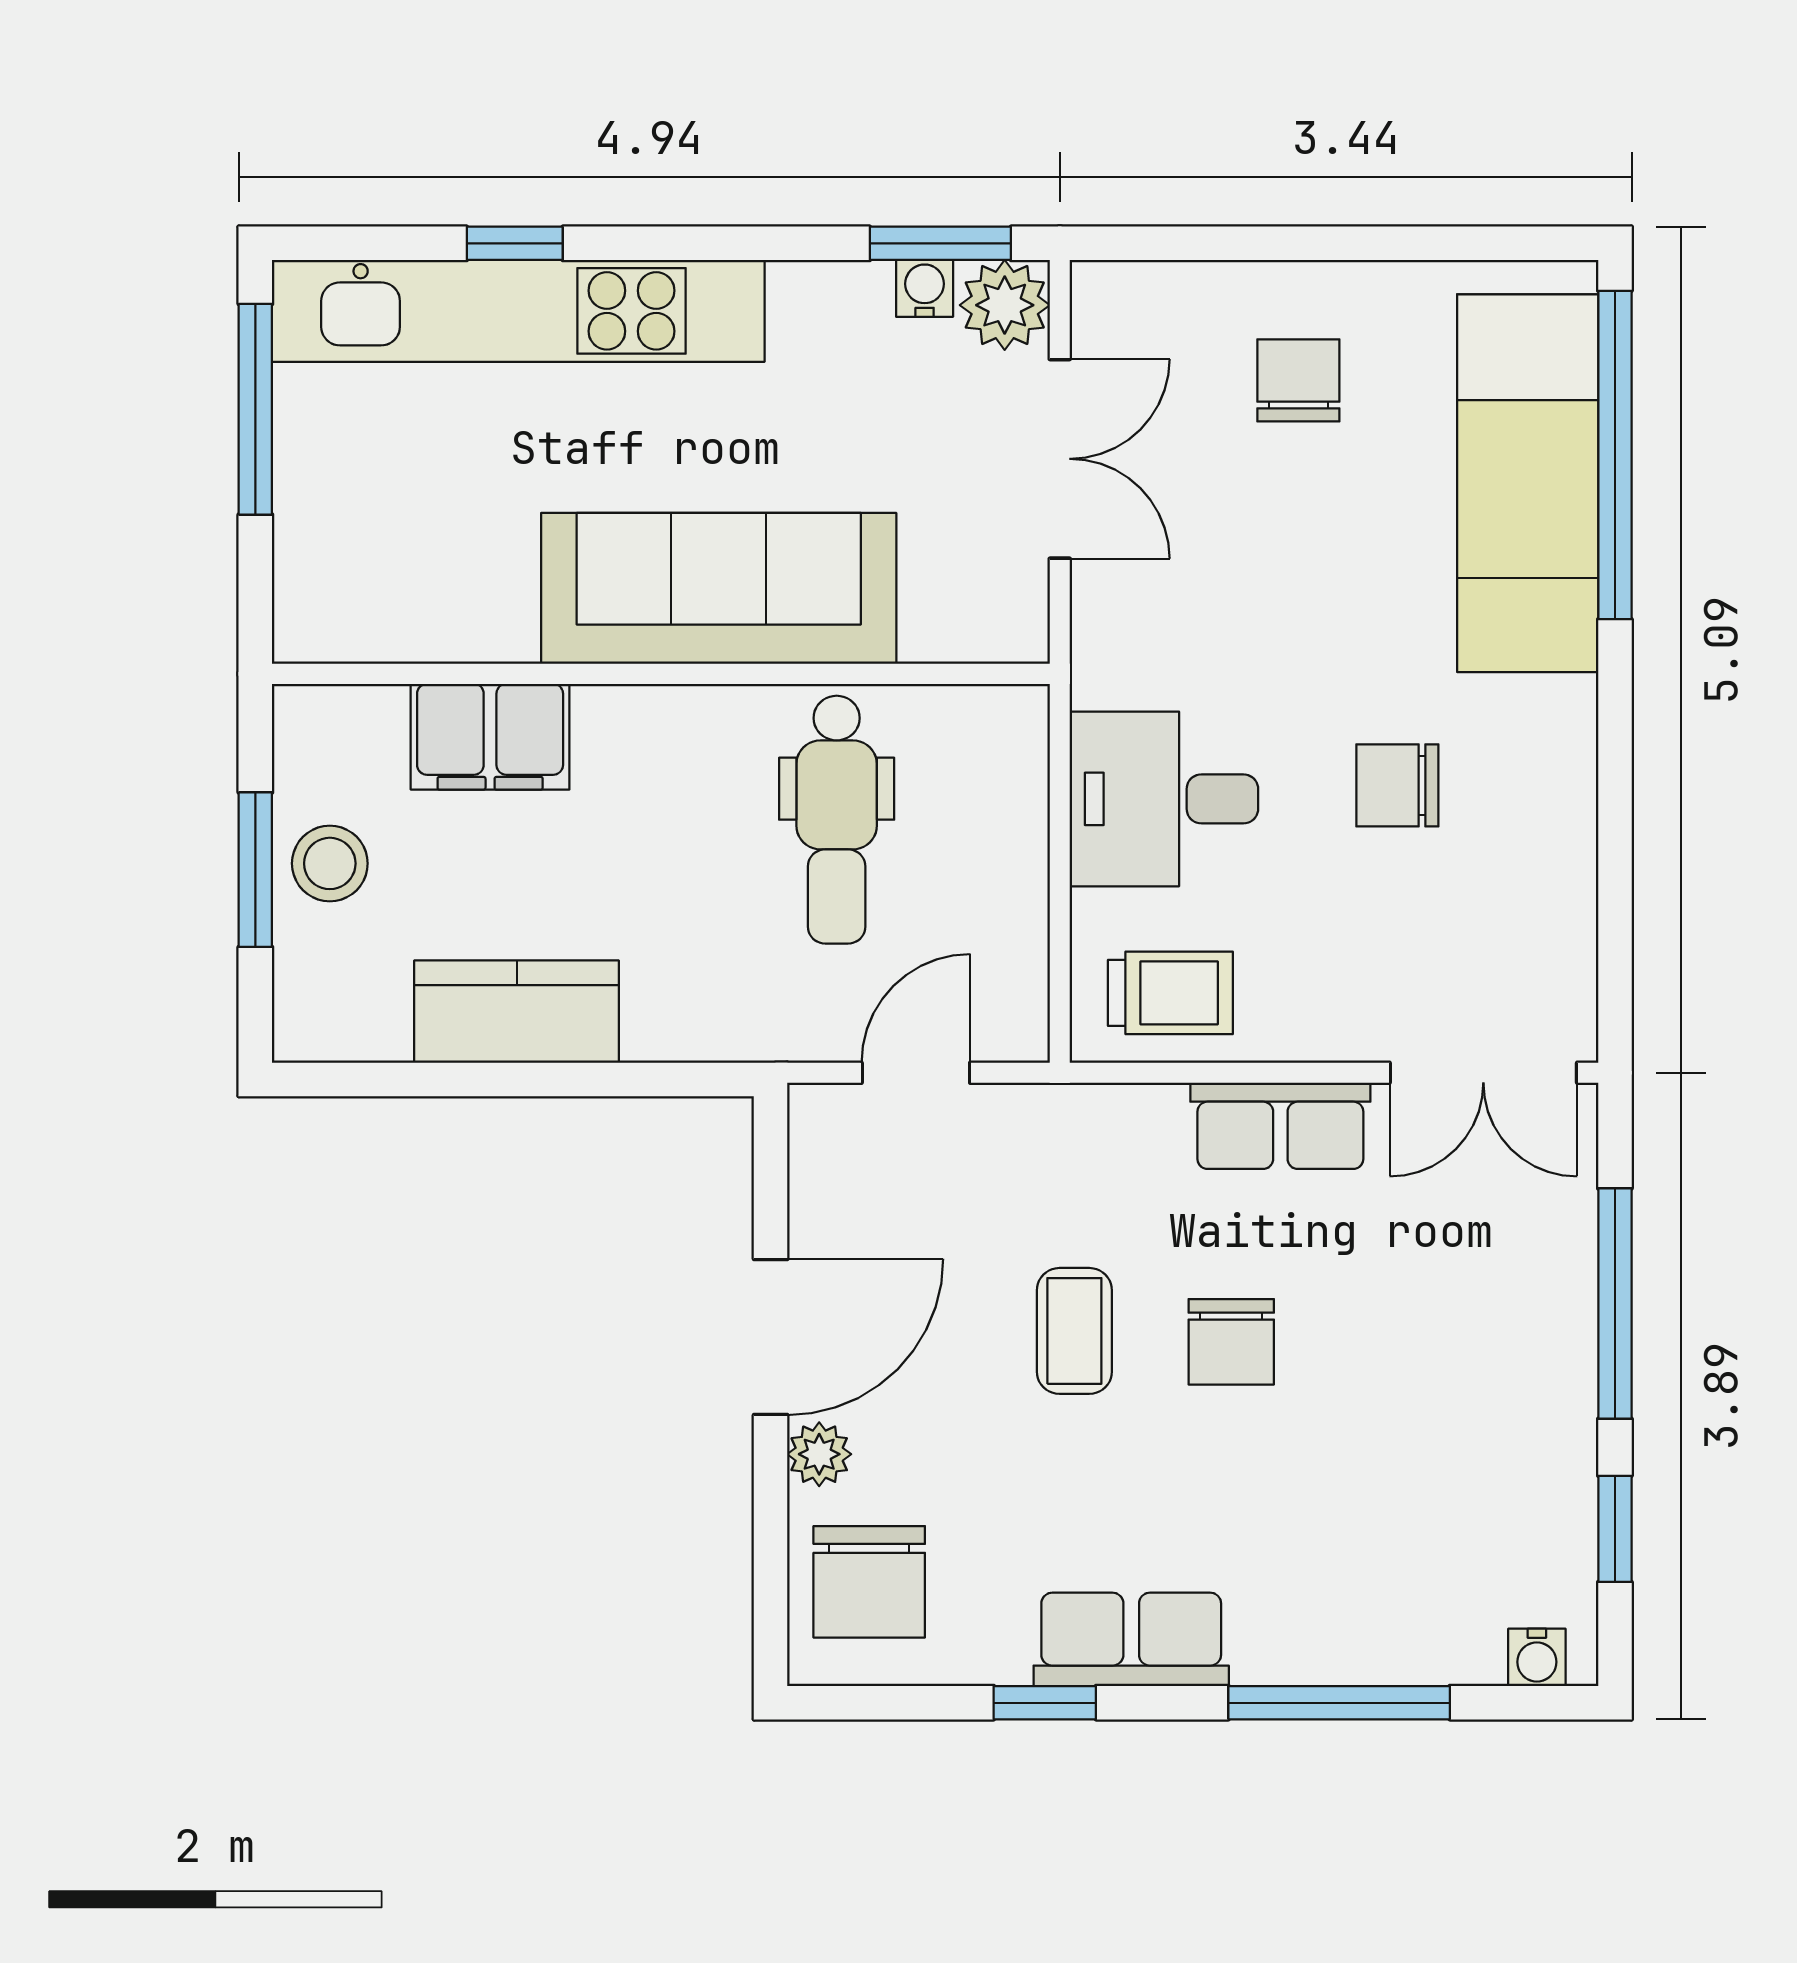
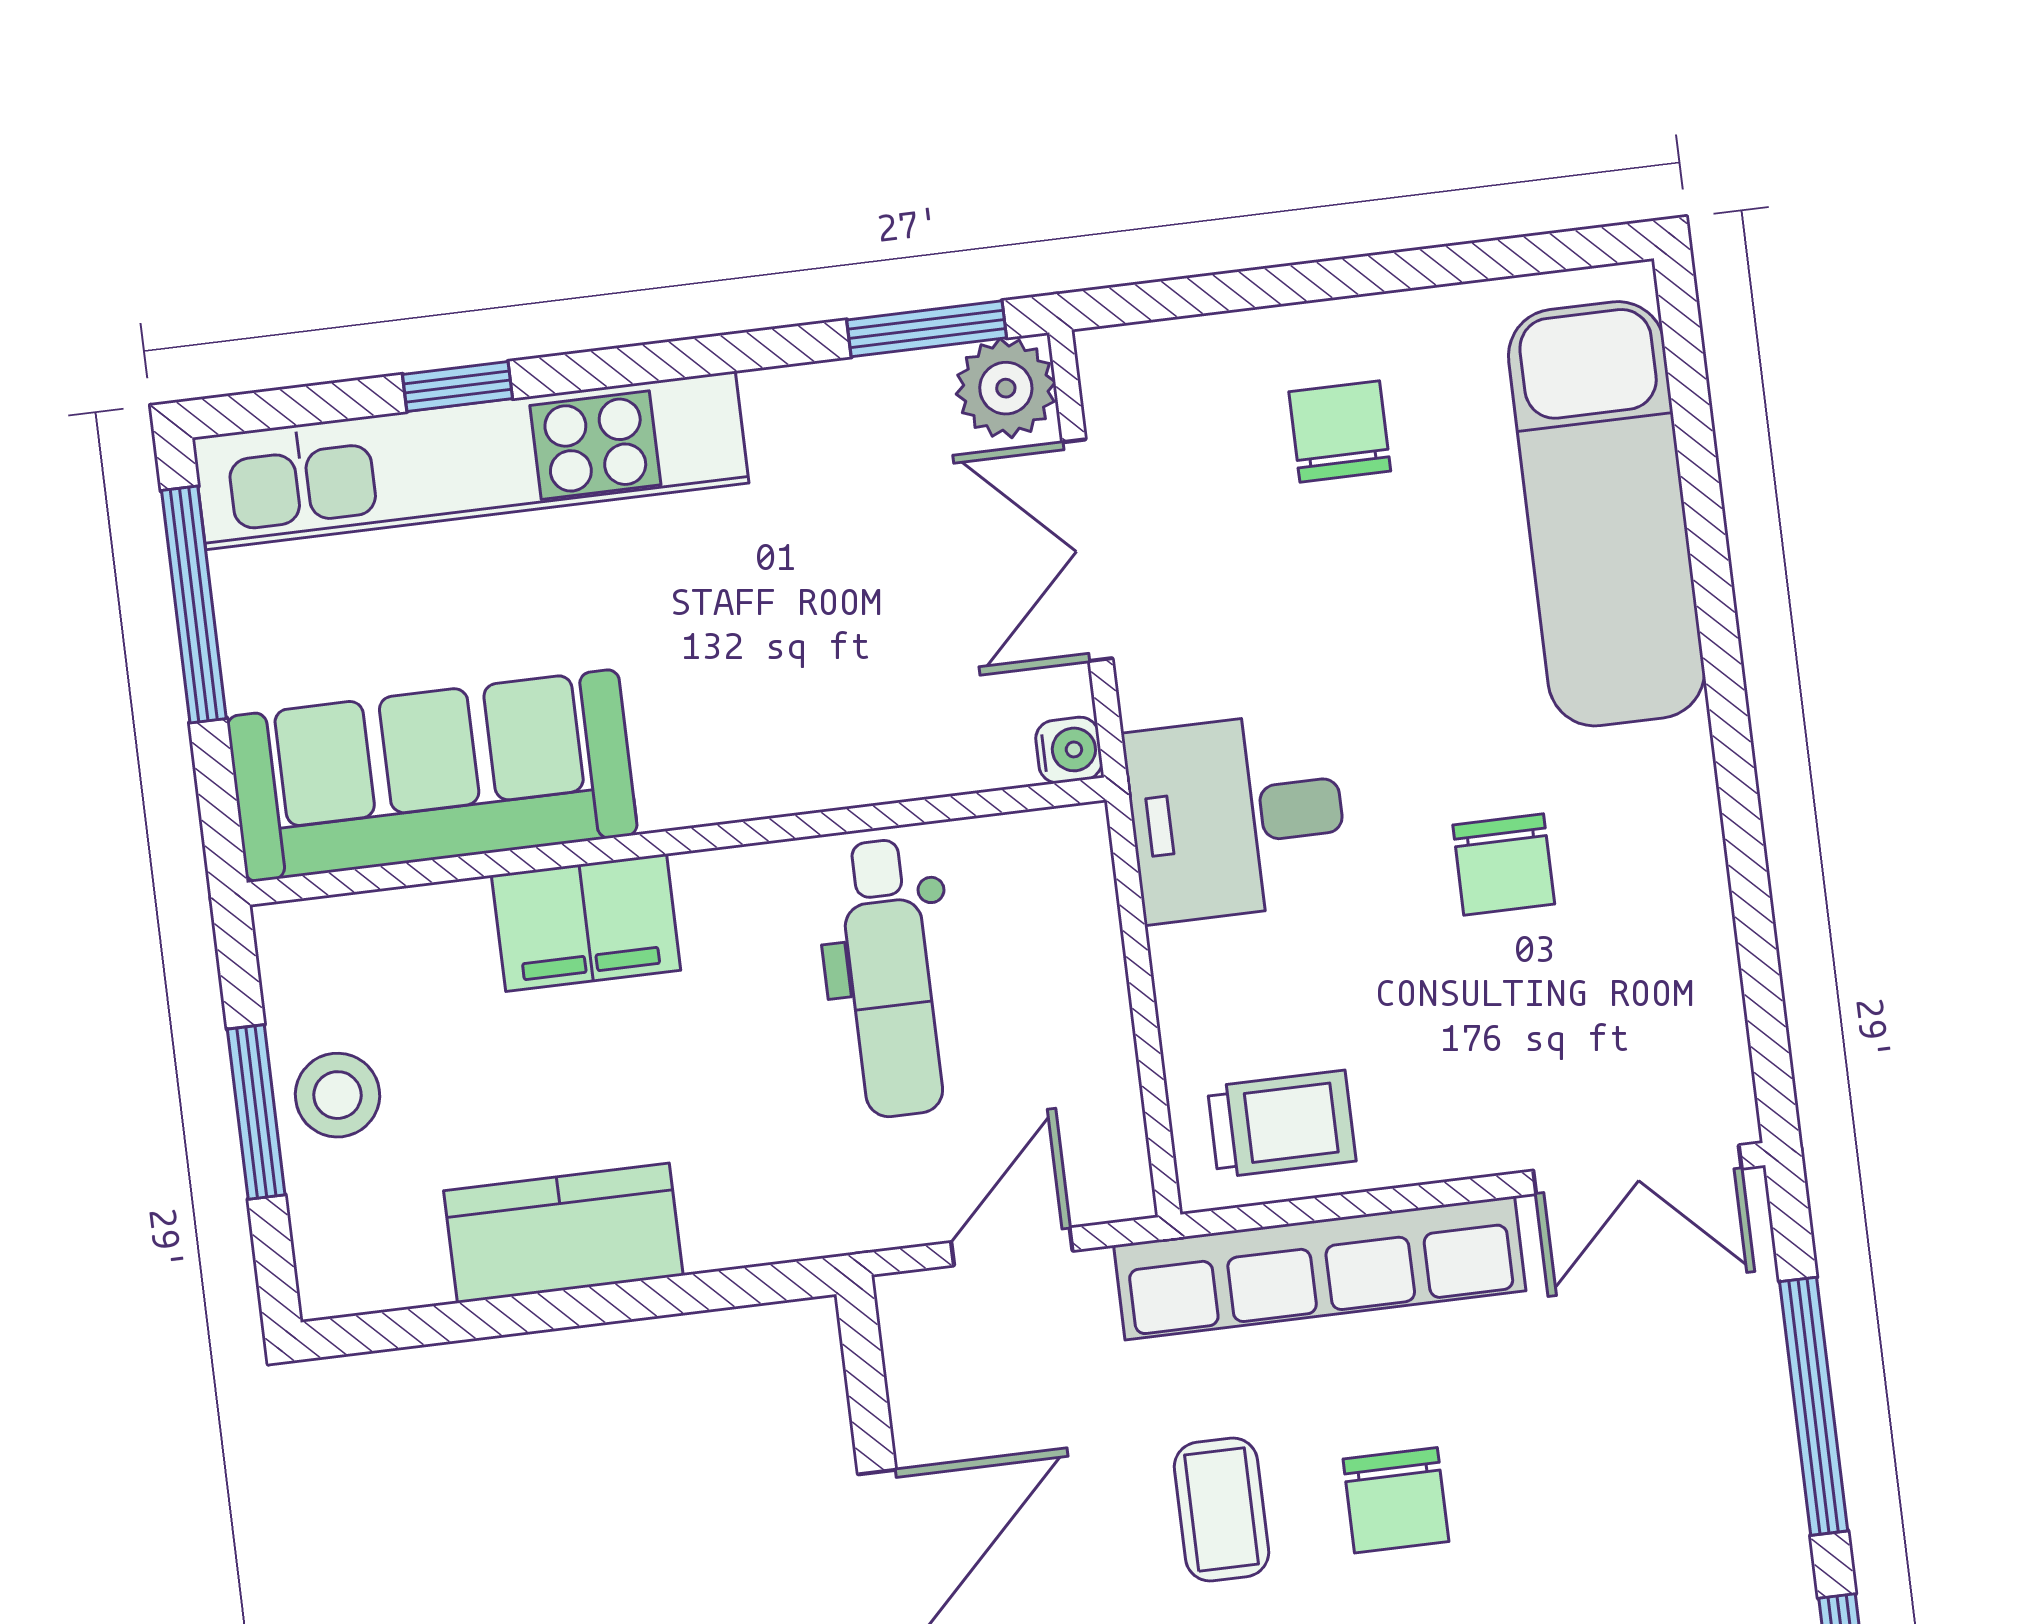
water cooler: (925, 288) -> (1069, 750), moved, turned 90
window: (1615, 455) -> (1699, 471), removed
double door: (1060, 459) -> (1087, 550), swing flipped
sofa: (719, 588) -> (432, 776), moved
filing cabinet: (490, 737) -> (586, 923), moved
chair: (1397, 785) -> (1504, 865), turned -90
desk: (1164, 799) -> (1237, 817), moved
row of seats: (1280, 1126) -> (1320, 1268), width x2.02

